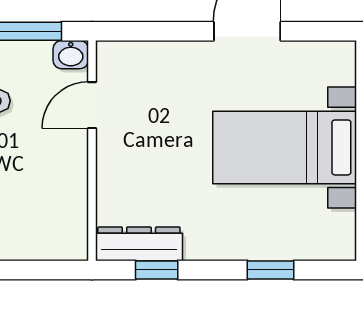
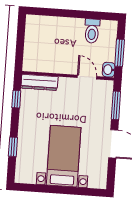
window: (155, 31) -> (116, 105), added
dresser: (139, 244) -> (39, 82), moved, turned 90

